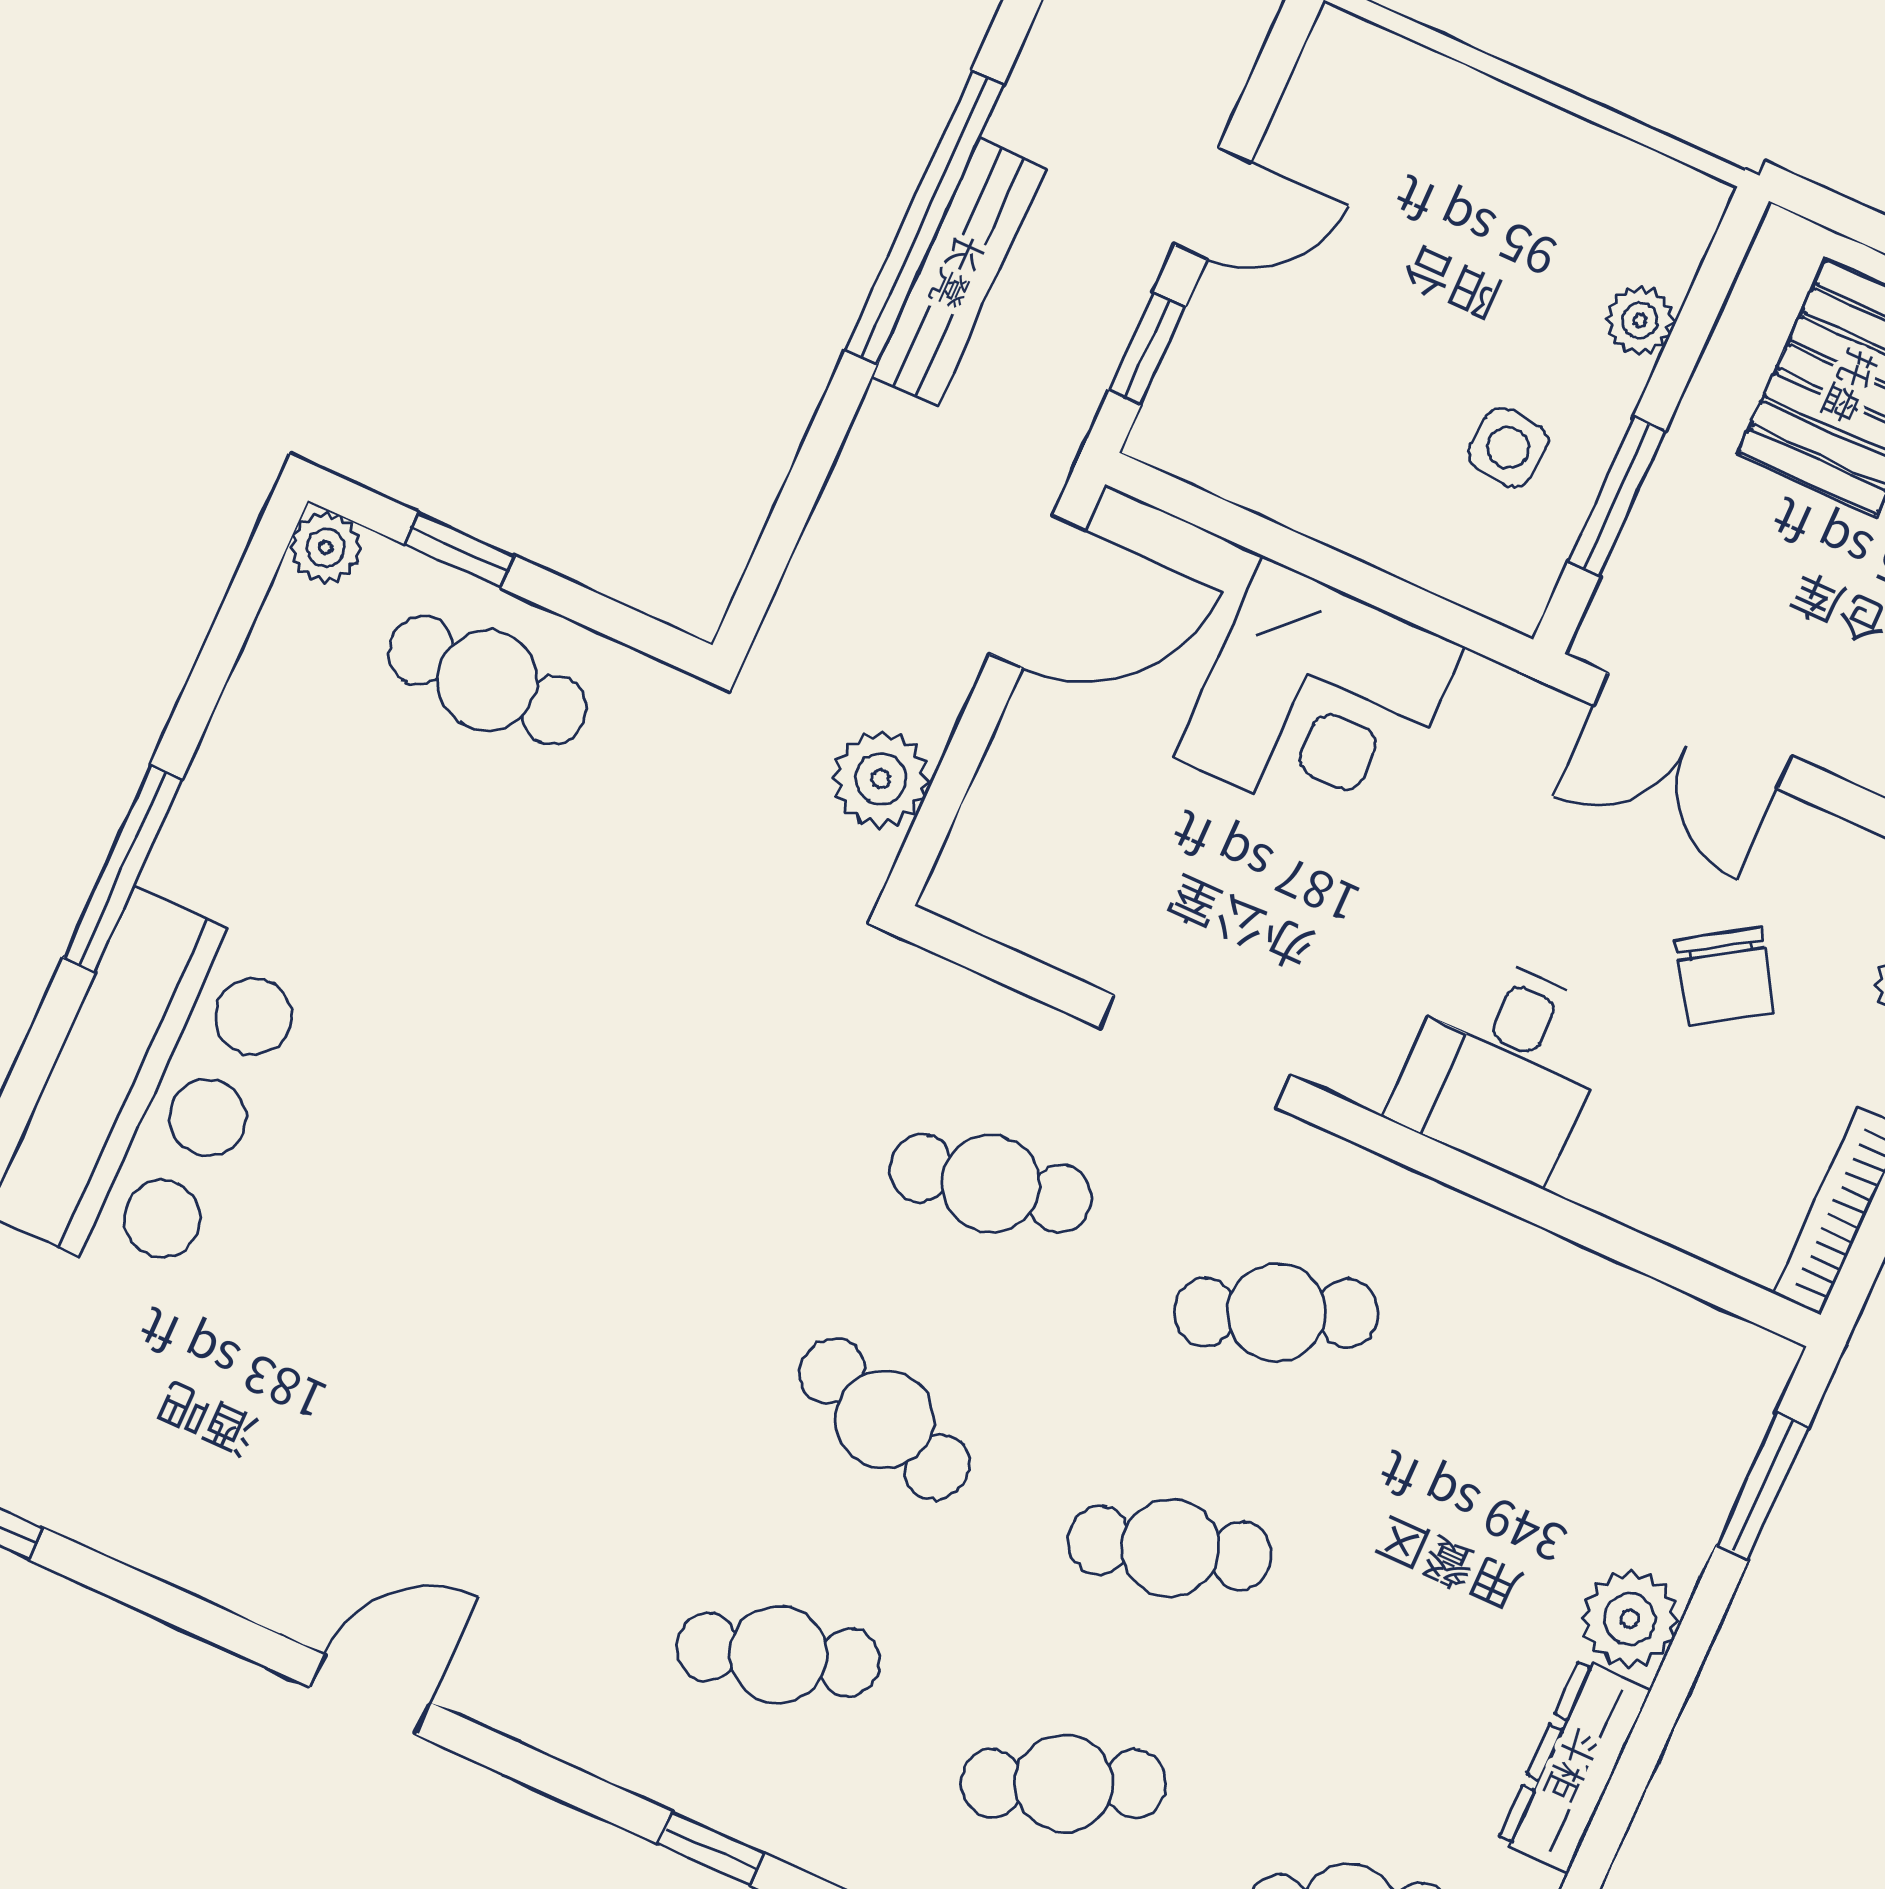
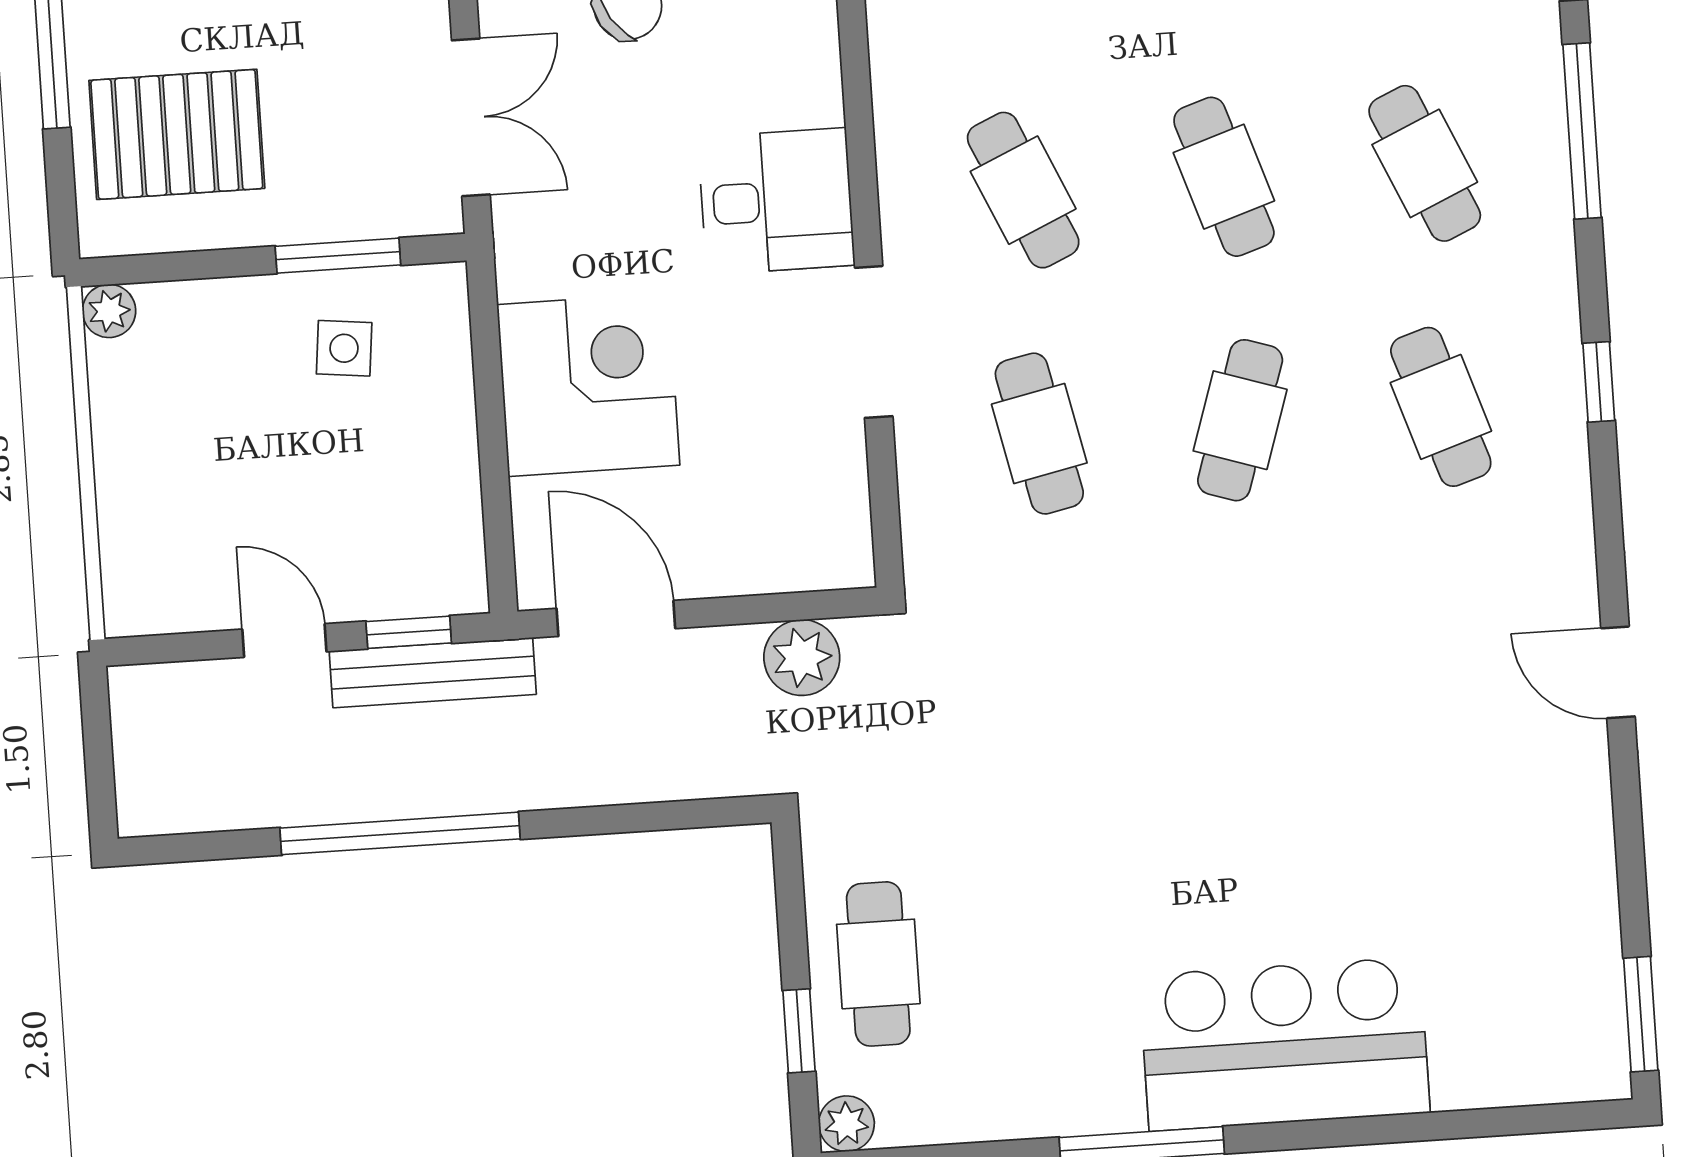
bench: (959, 272) -> (433, 673), moved
plant: (1640, 321) -> (109, 311), moved
desk: (1502, 1066) -> (776, 201), moved

